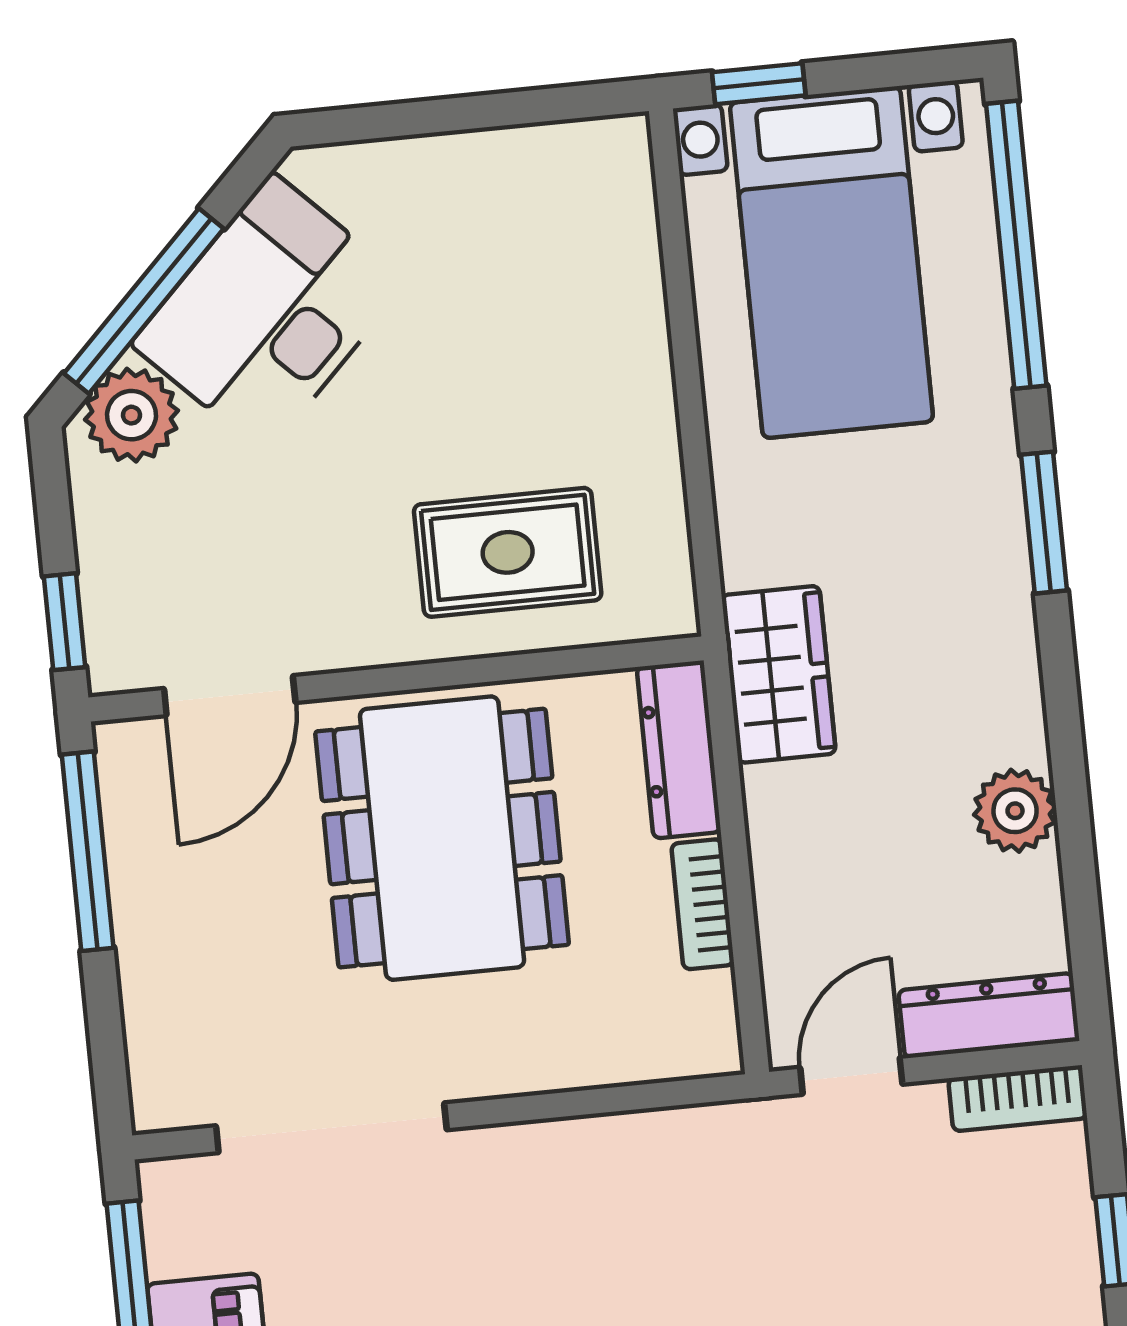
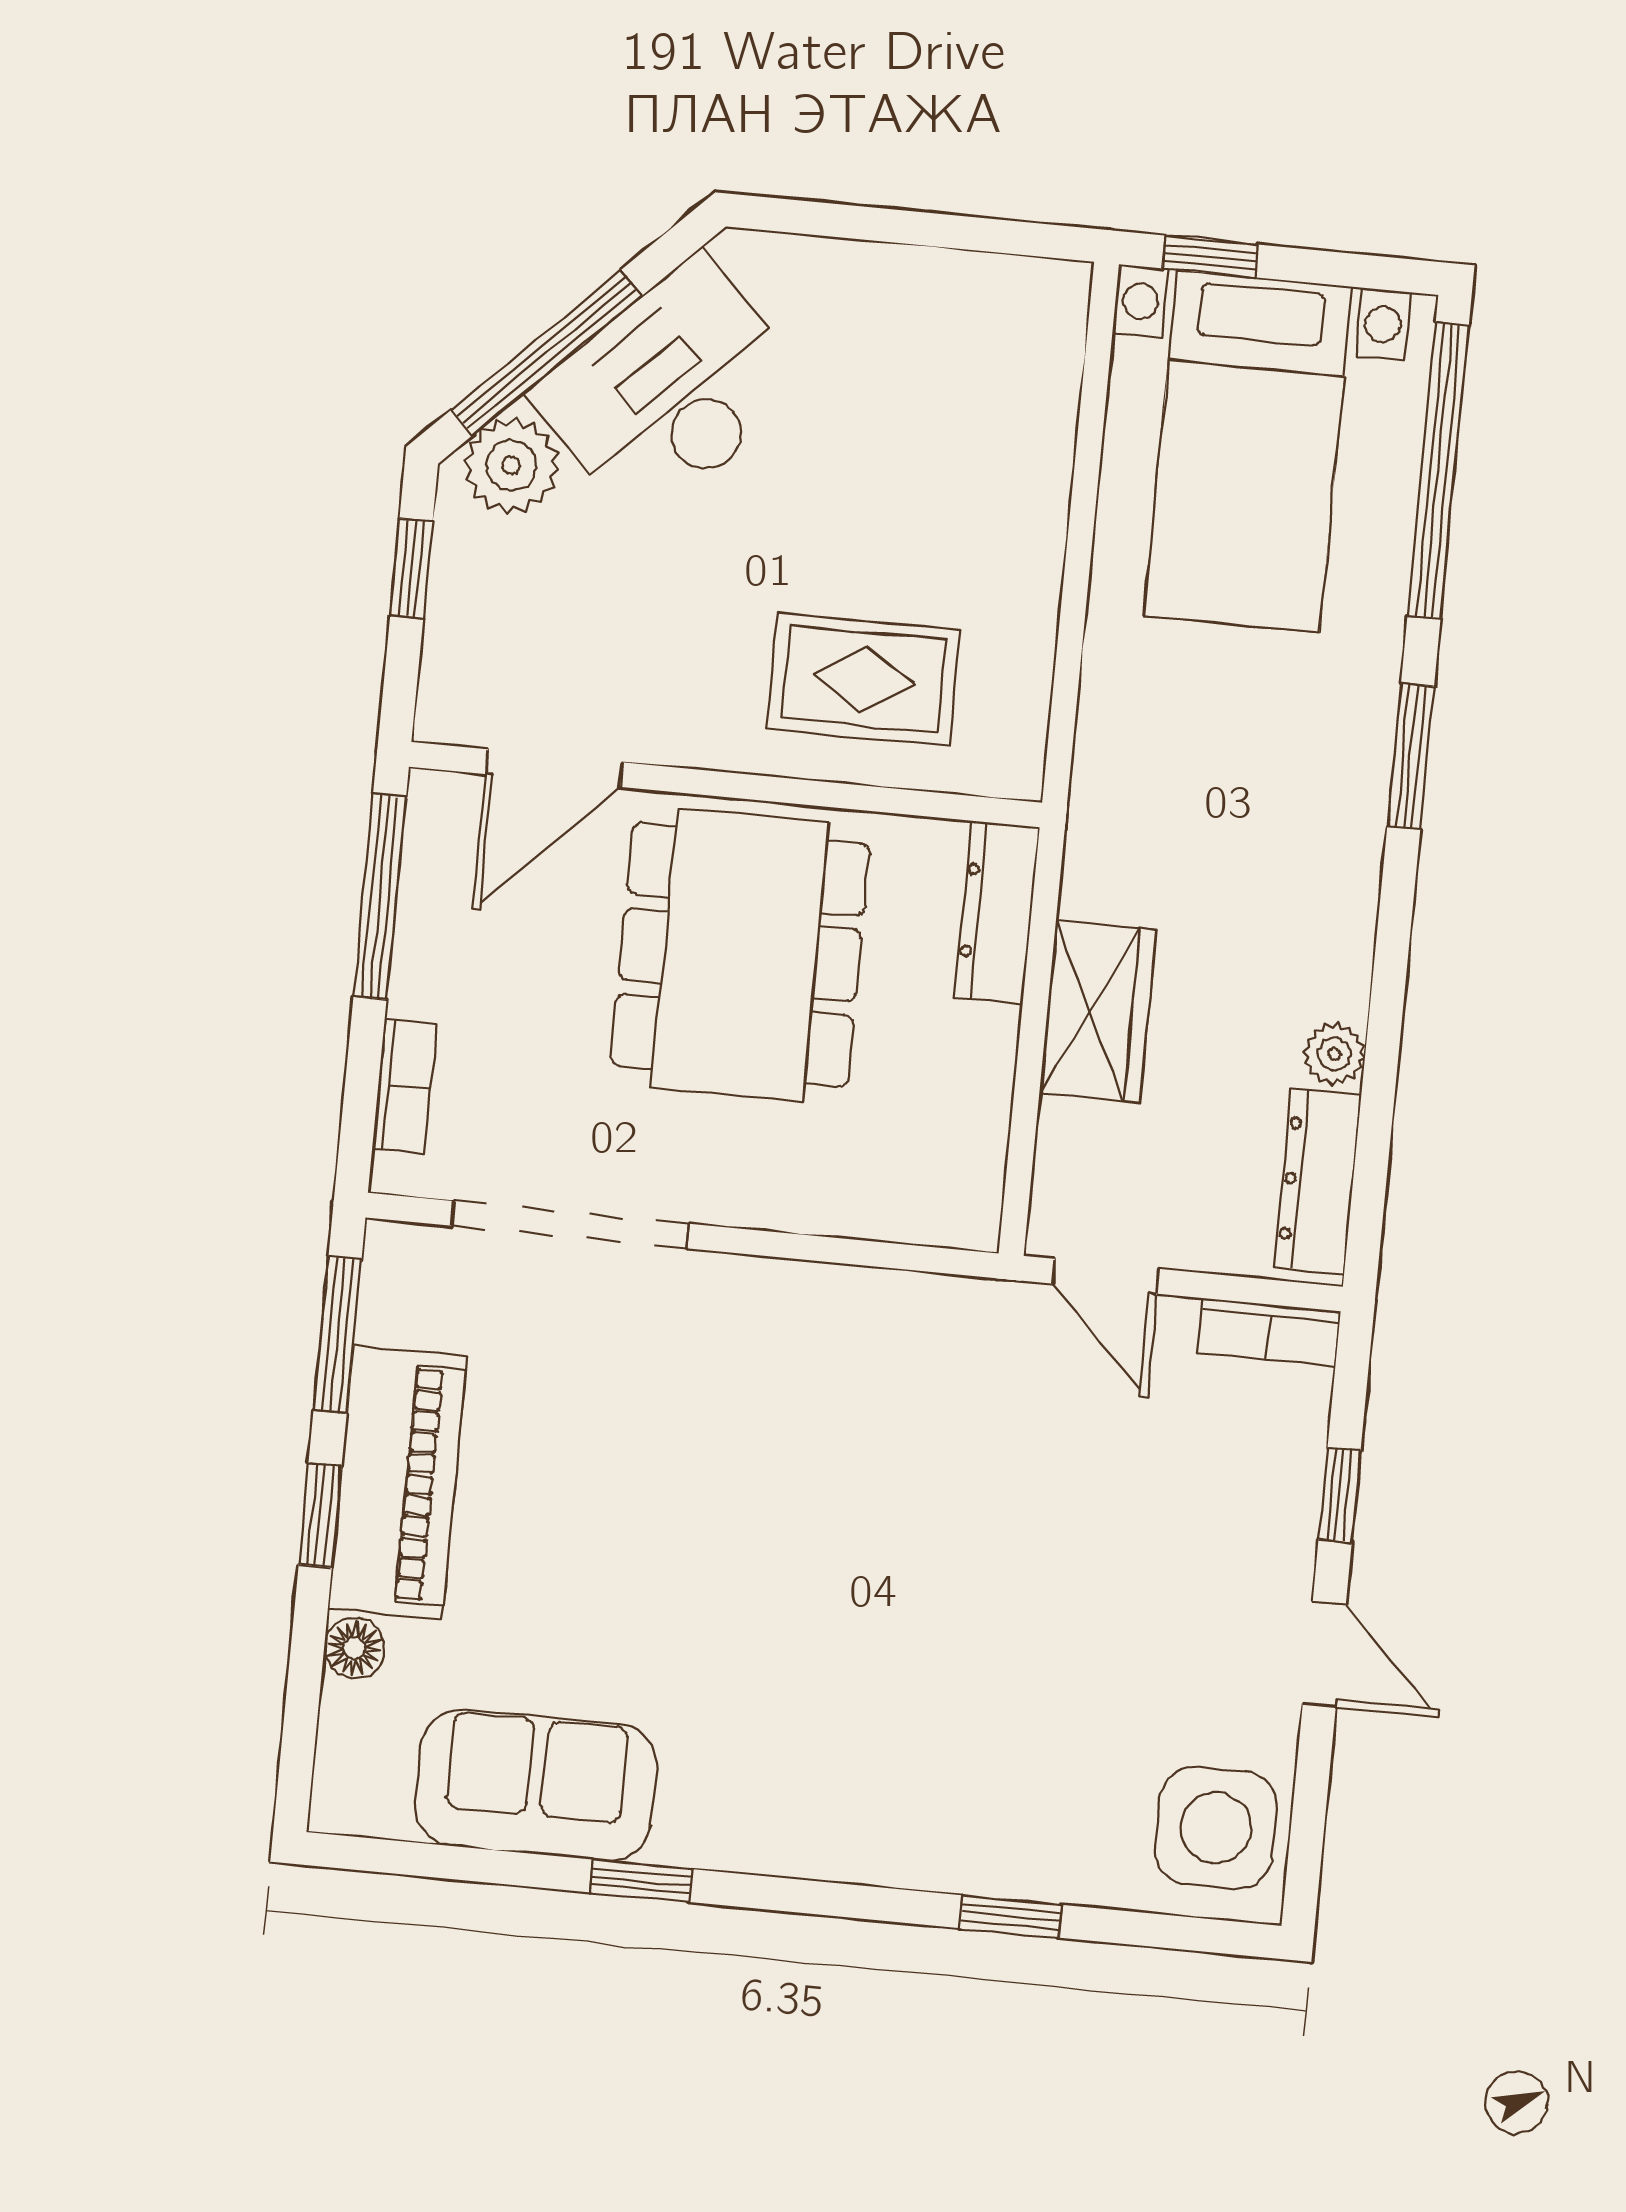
window: (65, 622) -> (411, 568), moved
wardrobe: (779, 674) -> (1098, 1011), moved
plant: (1015, 811) -> (1334, 1054), width x0.73, depth x0.73
bookcase: (703, 904) -> (404, 1087), moved, turned 180
dresser: (989, 1016) -> (1318, 1181), moved, turned -90
door: (851, 1076) -> (1106, 1276), swing flipped

